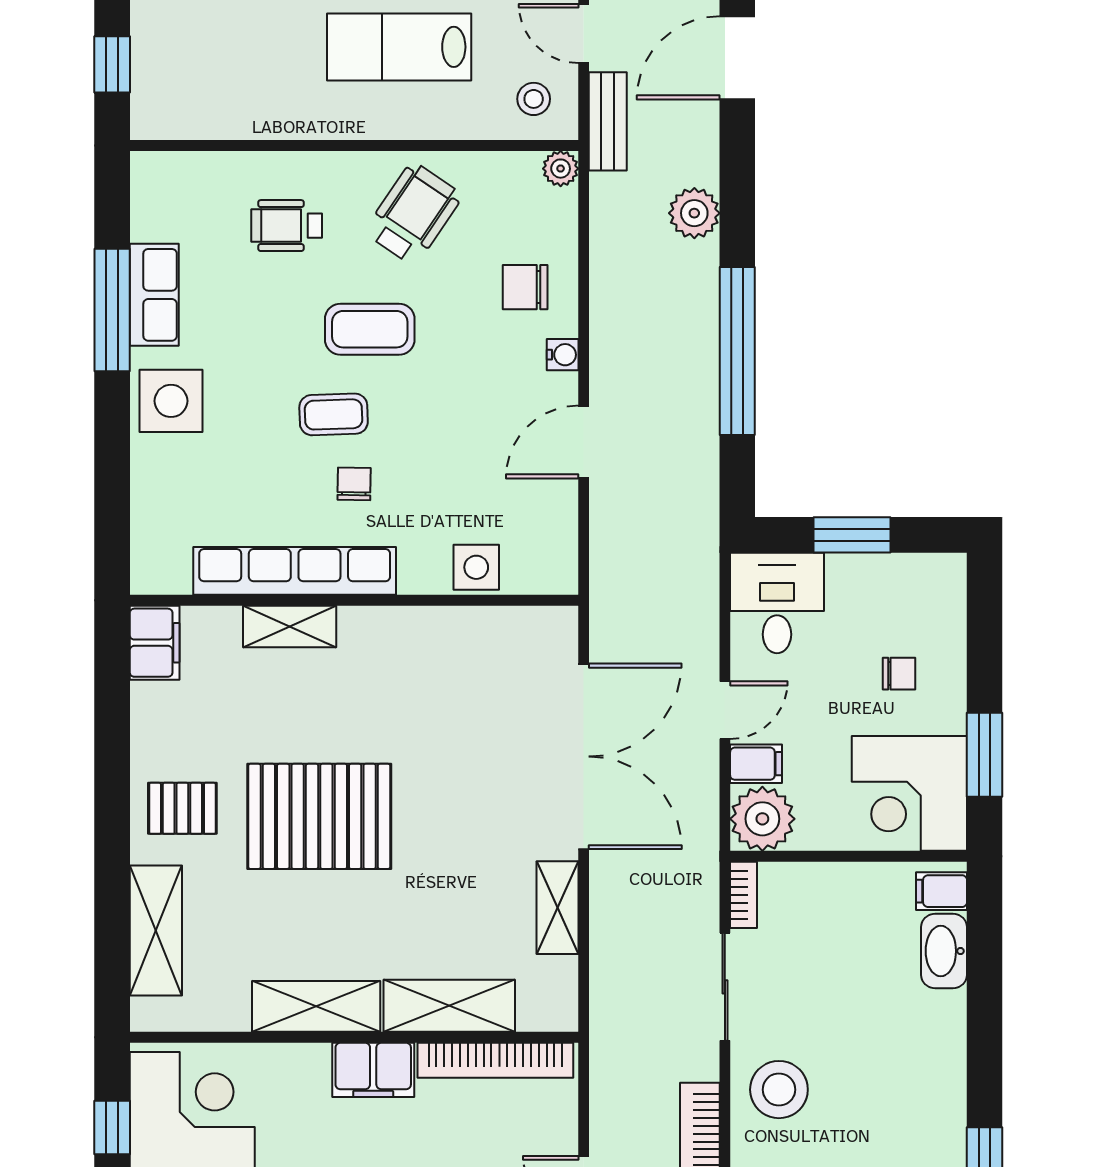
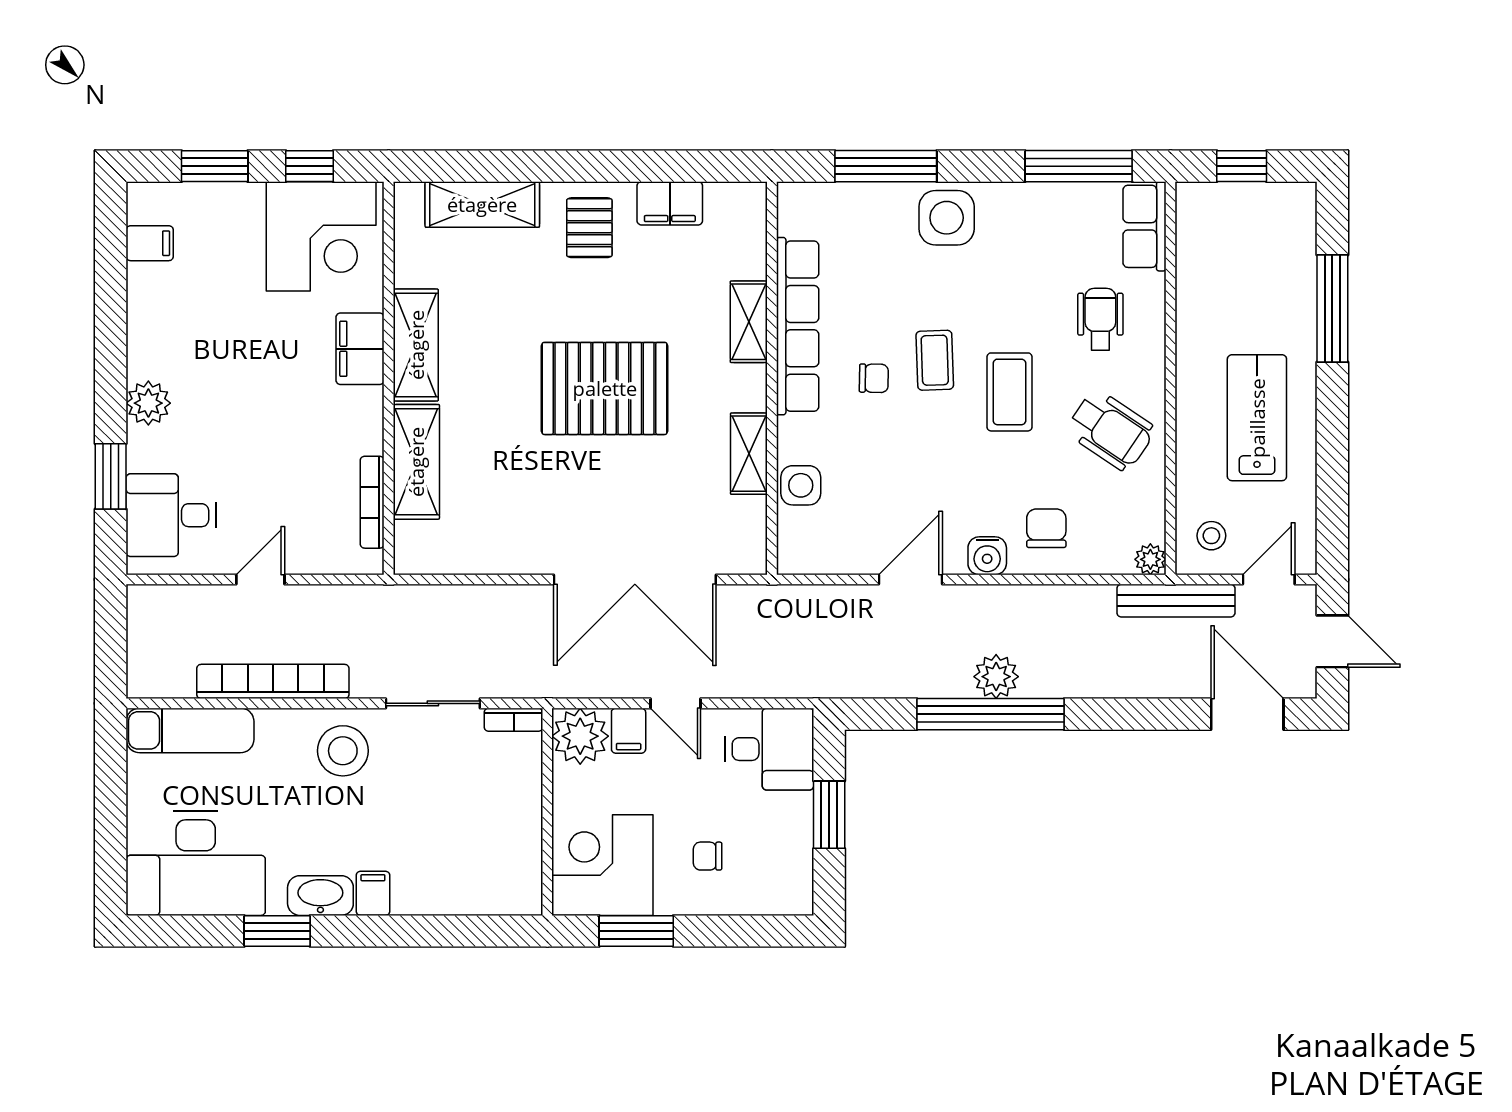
bench: (608, 121) -> (1176, 601), width x1.36
plant: (694, 213) -> (996, 677), moved
row of seats: (154, 295) -> (1145, 226), moved, turned 90
window: (112, 310) -> (1079, 166), moved
water cooler: (563, 355) -> (987, 556), width x1.38, depth x1.38
door: (584, 442) -> (911, 580), hinge flipped
window: (112, 470) -> (886, 166), added
filing cabinet: (155, 643) -> (670, 203), moved
chair: (899, 674) -> (708, 856), turned 90
pallet: (319, 816) -> (605, 388), moved, turned 90
filing cabinet: (941, 891) -> (373, 893), moved
shelving: (557, 908) -> (749, 454), moved, turned 90
washbasin: (944, 951) -> (320, 896), moved
bookcase: (495, 1060) -> (372, 502), width x0.68, depth x0.76
filing cabinet: (373, 1070) -> (360, 349), moved

